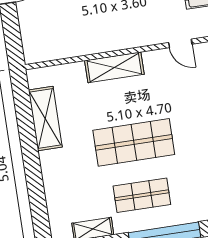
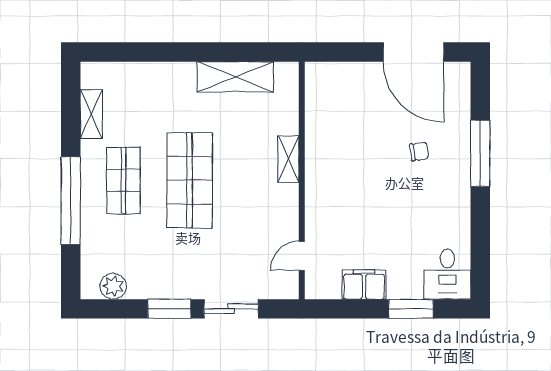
shelving: (114, 67) -> (288, 159), width x0.67, depth x0.75

